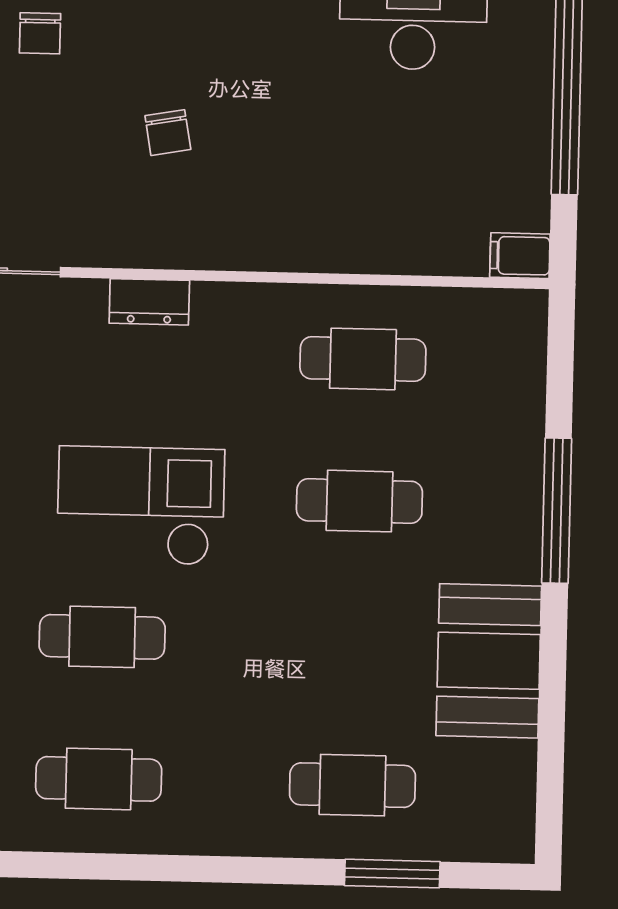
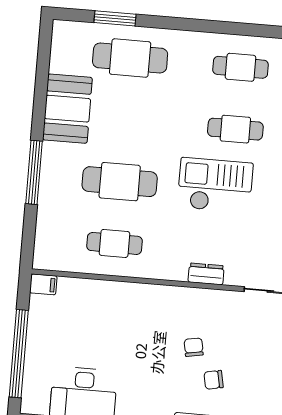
chair: (40, 33) -> (214, 380), moved, turned -101
cafe table: (359, 501) -> (120, 182), width x1.37, depth x1.35
checkout: (141, 506) -> (215, 185), turned 180
cafe table: (352, 785) -> (130, 58), width x1.37, depth x1.35

